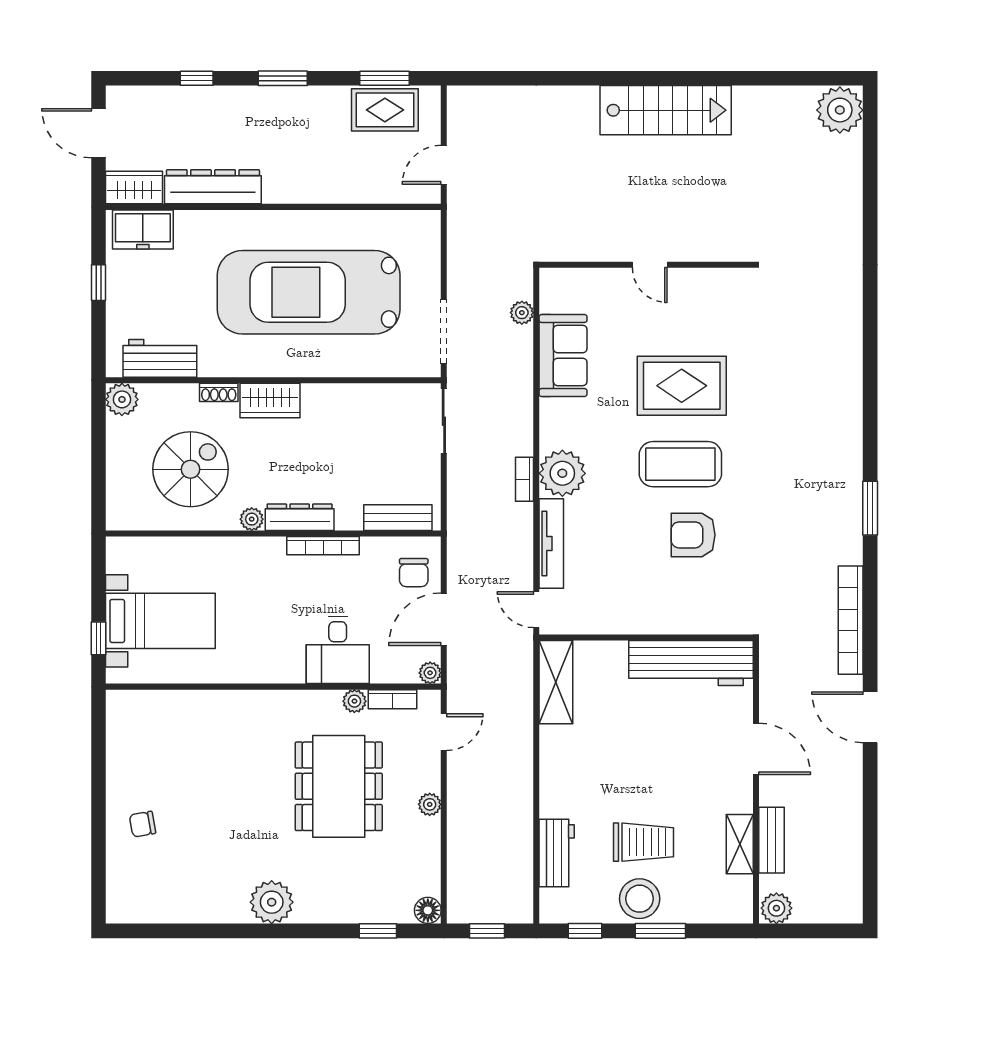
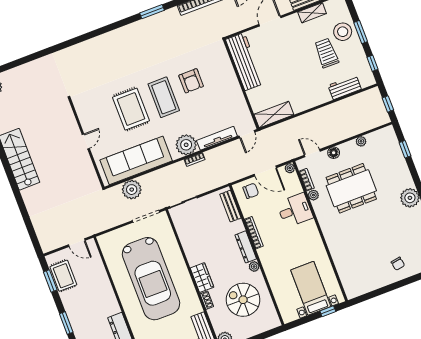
plant: (522, 313) -> (132, 190), width x1.87, depth x1.87
sofa: (563, 355) -> (136, 160), width x1.85, depth x1.27
plant: (430, 804) -> (361, 141), moved
stool: (640, 899) -> (343, 32), moved
floor lamp: (428, 910) -> (334, 153), moved

